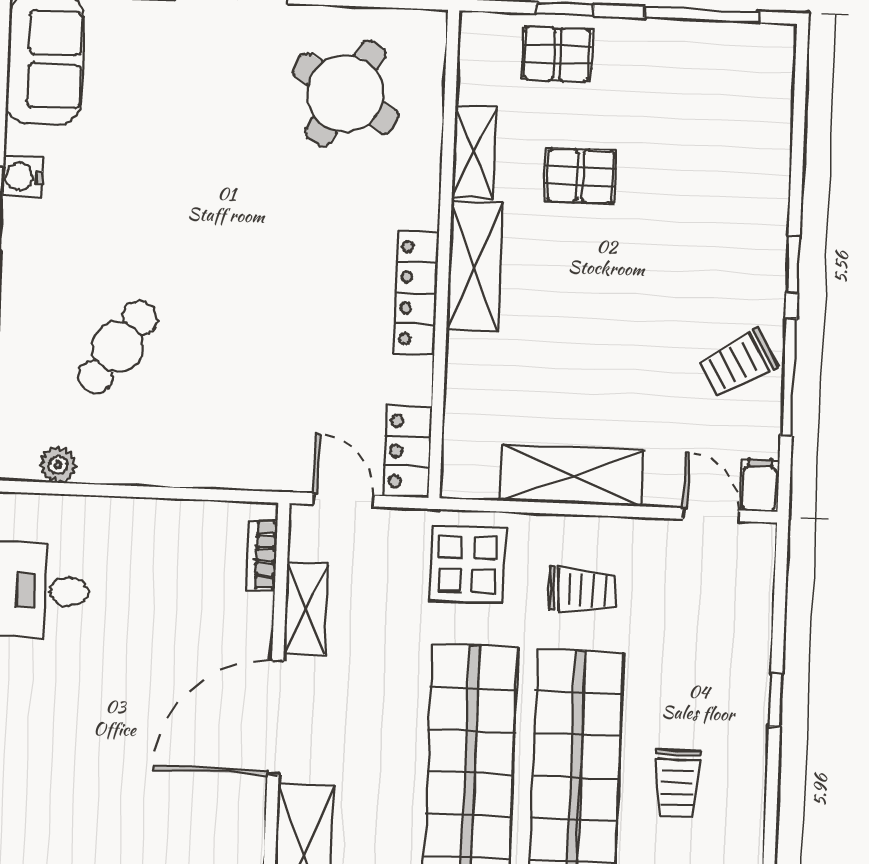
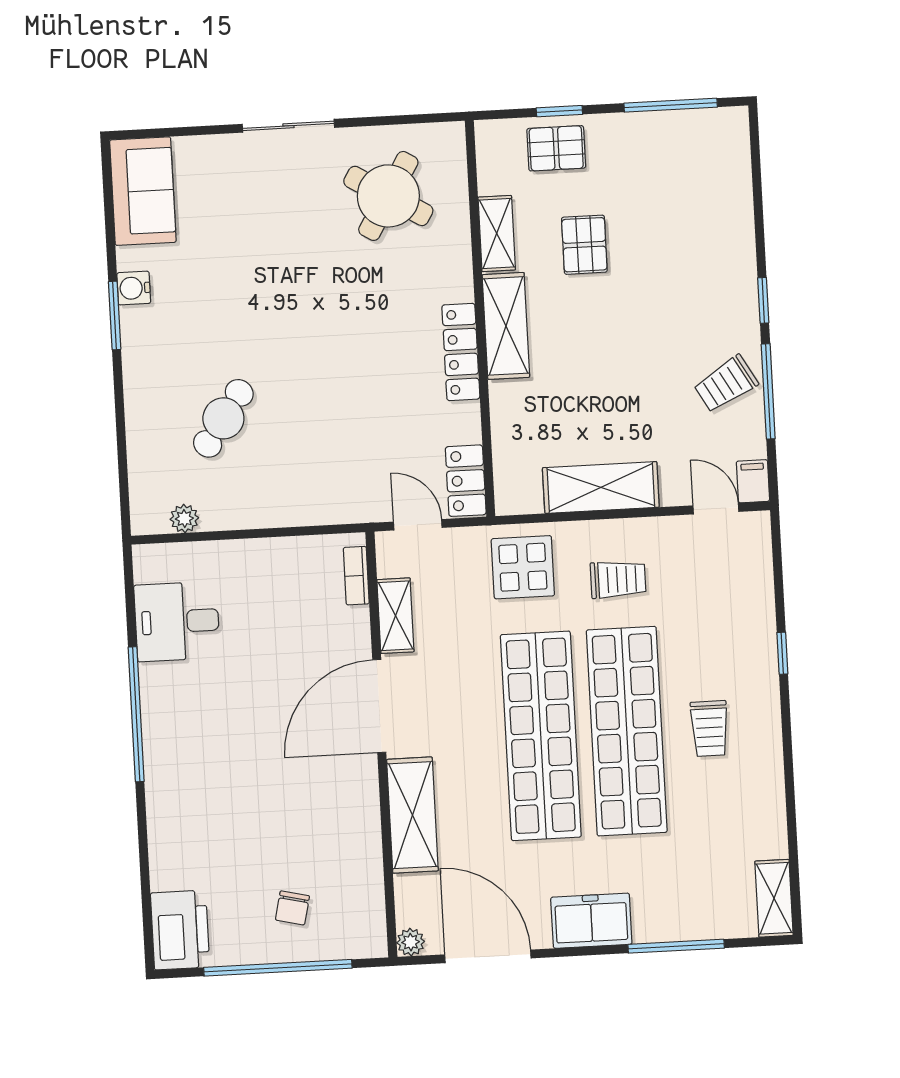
pallet: (580, 176) -> (584, 245), turned 90

